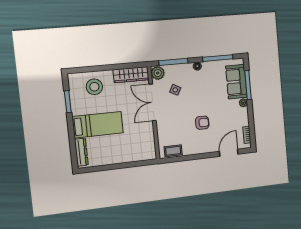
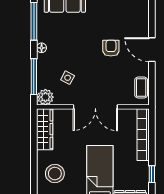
double door: (152, 102) -> (95, 107), moved
door: (229, 153) -> (152, 50), moved
bookcase: (135, 157) -> (143, 135), added
window: (103, 168) -> (152, 174), added

